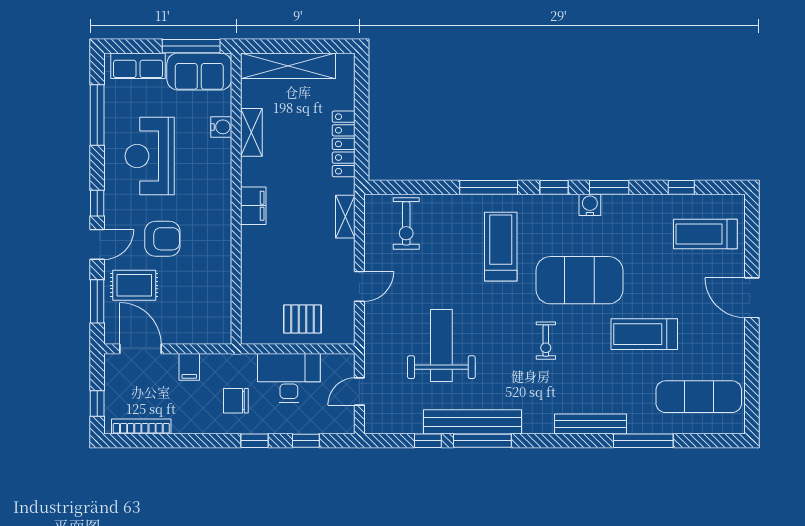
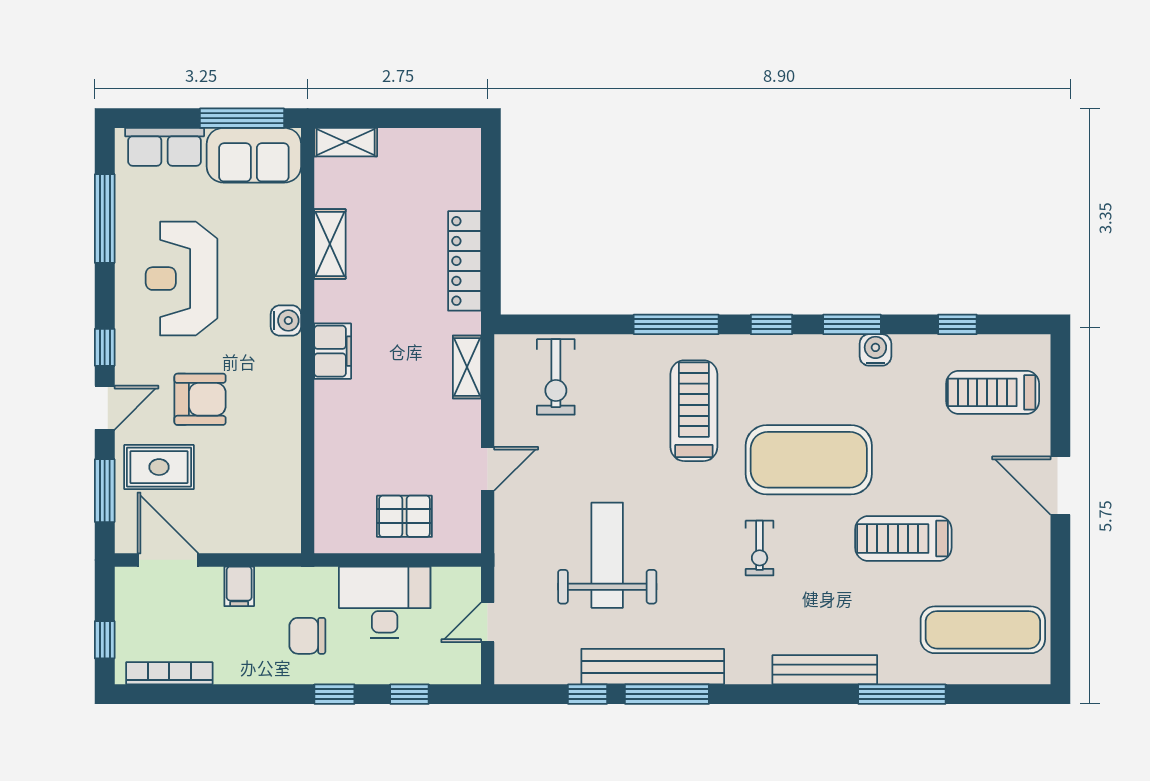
shelving: (288, 66) -> (346, 142), width x0.45, depth x0.75
water cooler: (221, 127) -> (286, 321), moved
water cooler: (590, 205) -> (875, 350), moved

